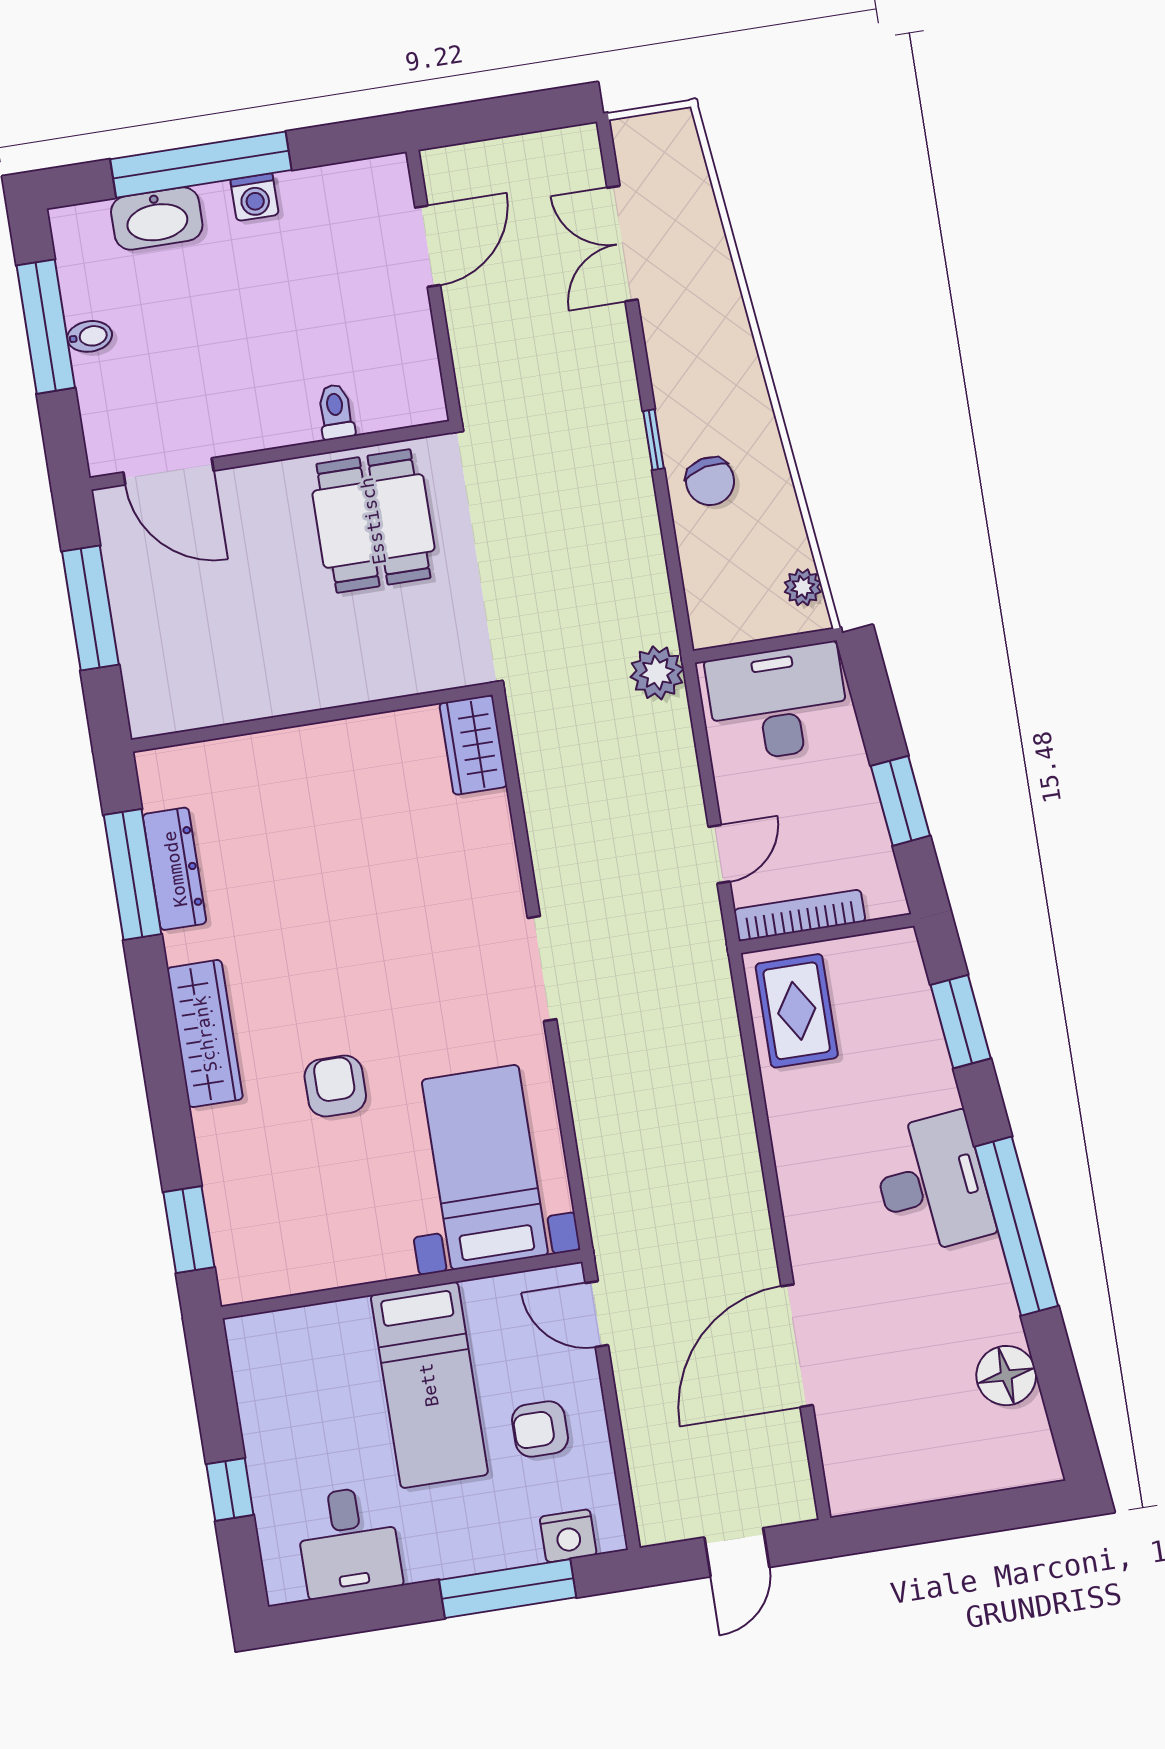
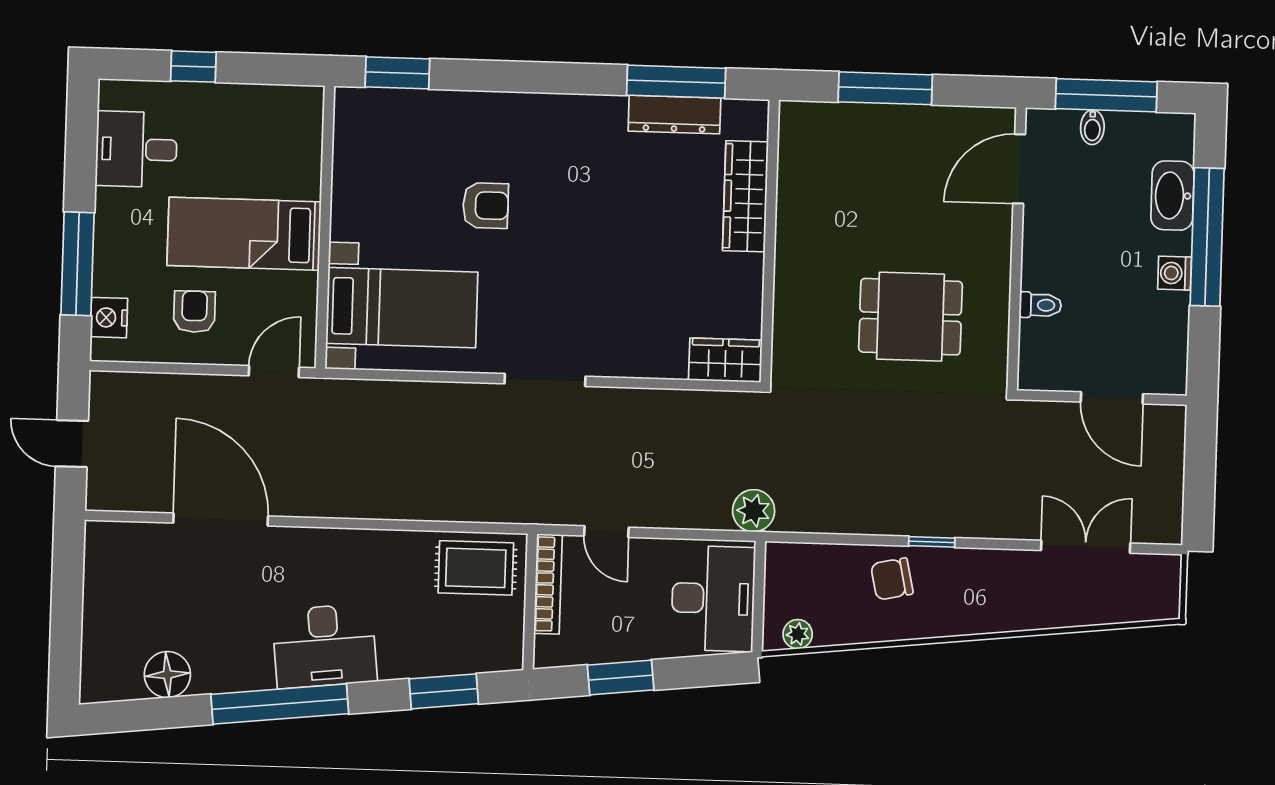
toilet: (336, 412) -> (1040, 305), moved
wall: (270, 455) -> (1017, 249), moved
door: (168, 471) -> (1019, 169), moved
wardrobe: (205, 1034) -> (745, 196), moved, turned 90

